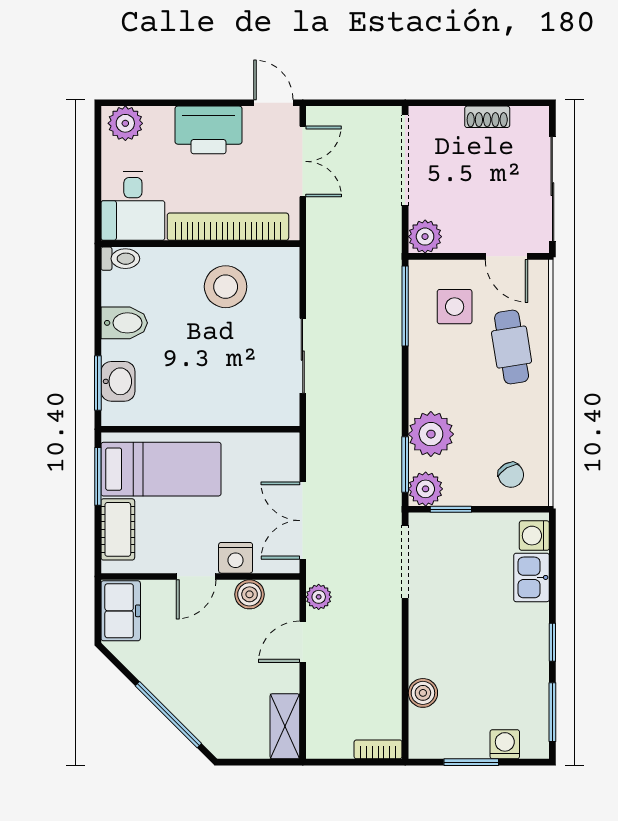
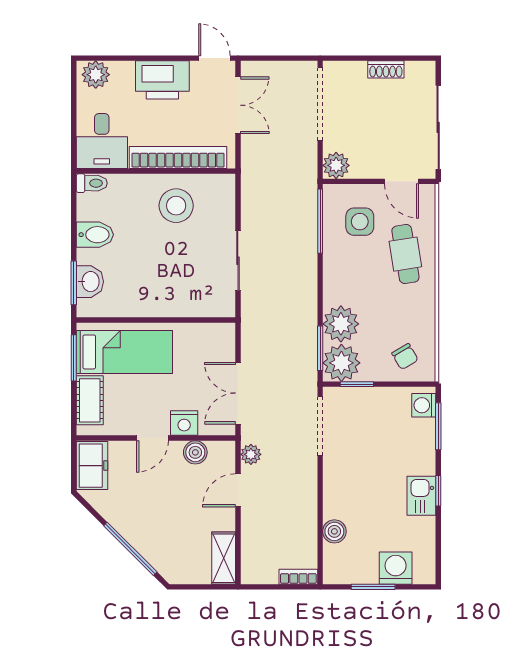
plant: (426, 489) -> (341, 363), width x1.36, depth x1.36
kitchen sink: (531, 577) -> (421, 496), moved
window: (552, 712) -> (438, 426), moved
washing machine: (505, 744) -> (396, 568), width x1.38, depth x1.38

